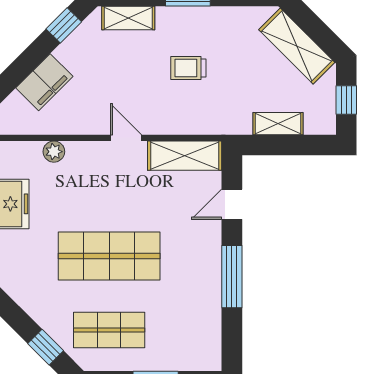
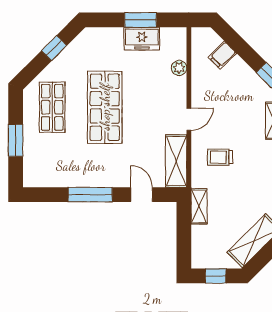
trolley: (188, 68) -> (220, 157), moved, turned -90
filing cabinet: (44, 82) -> (222, 55), width x0.50
shelving: (278, 124) -> (199, 206), moved
window: (46, 347) -> (54, 48), moved

